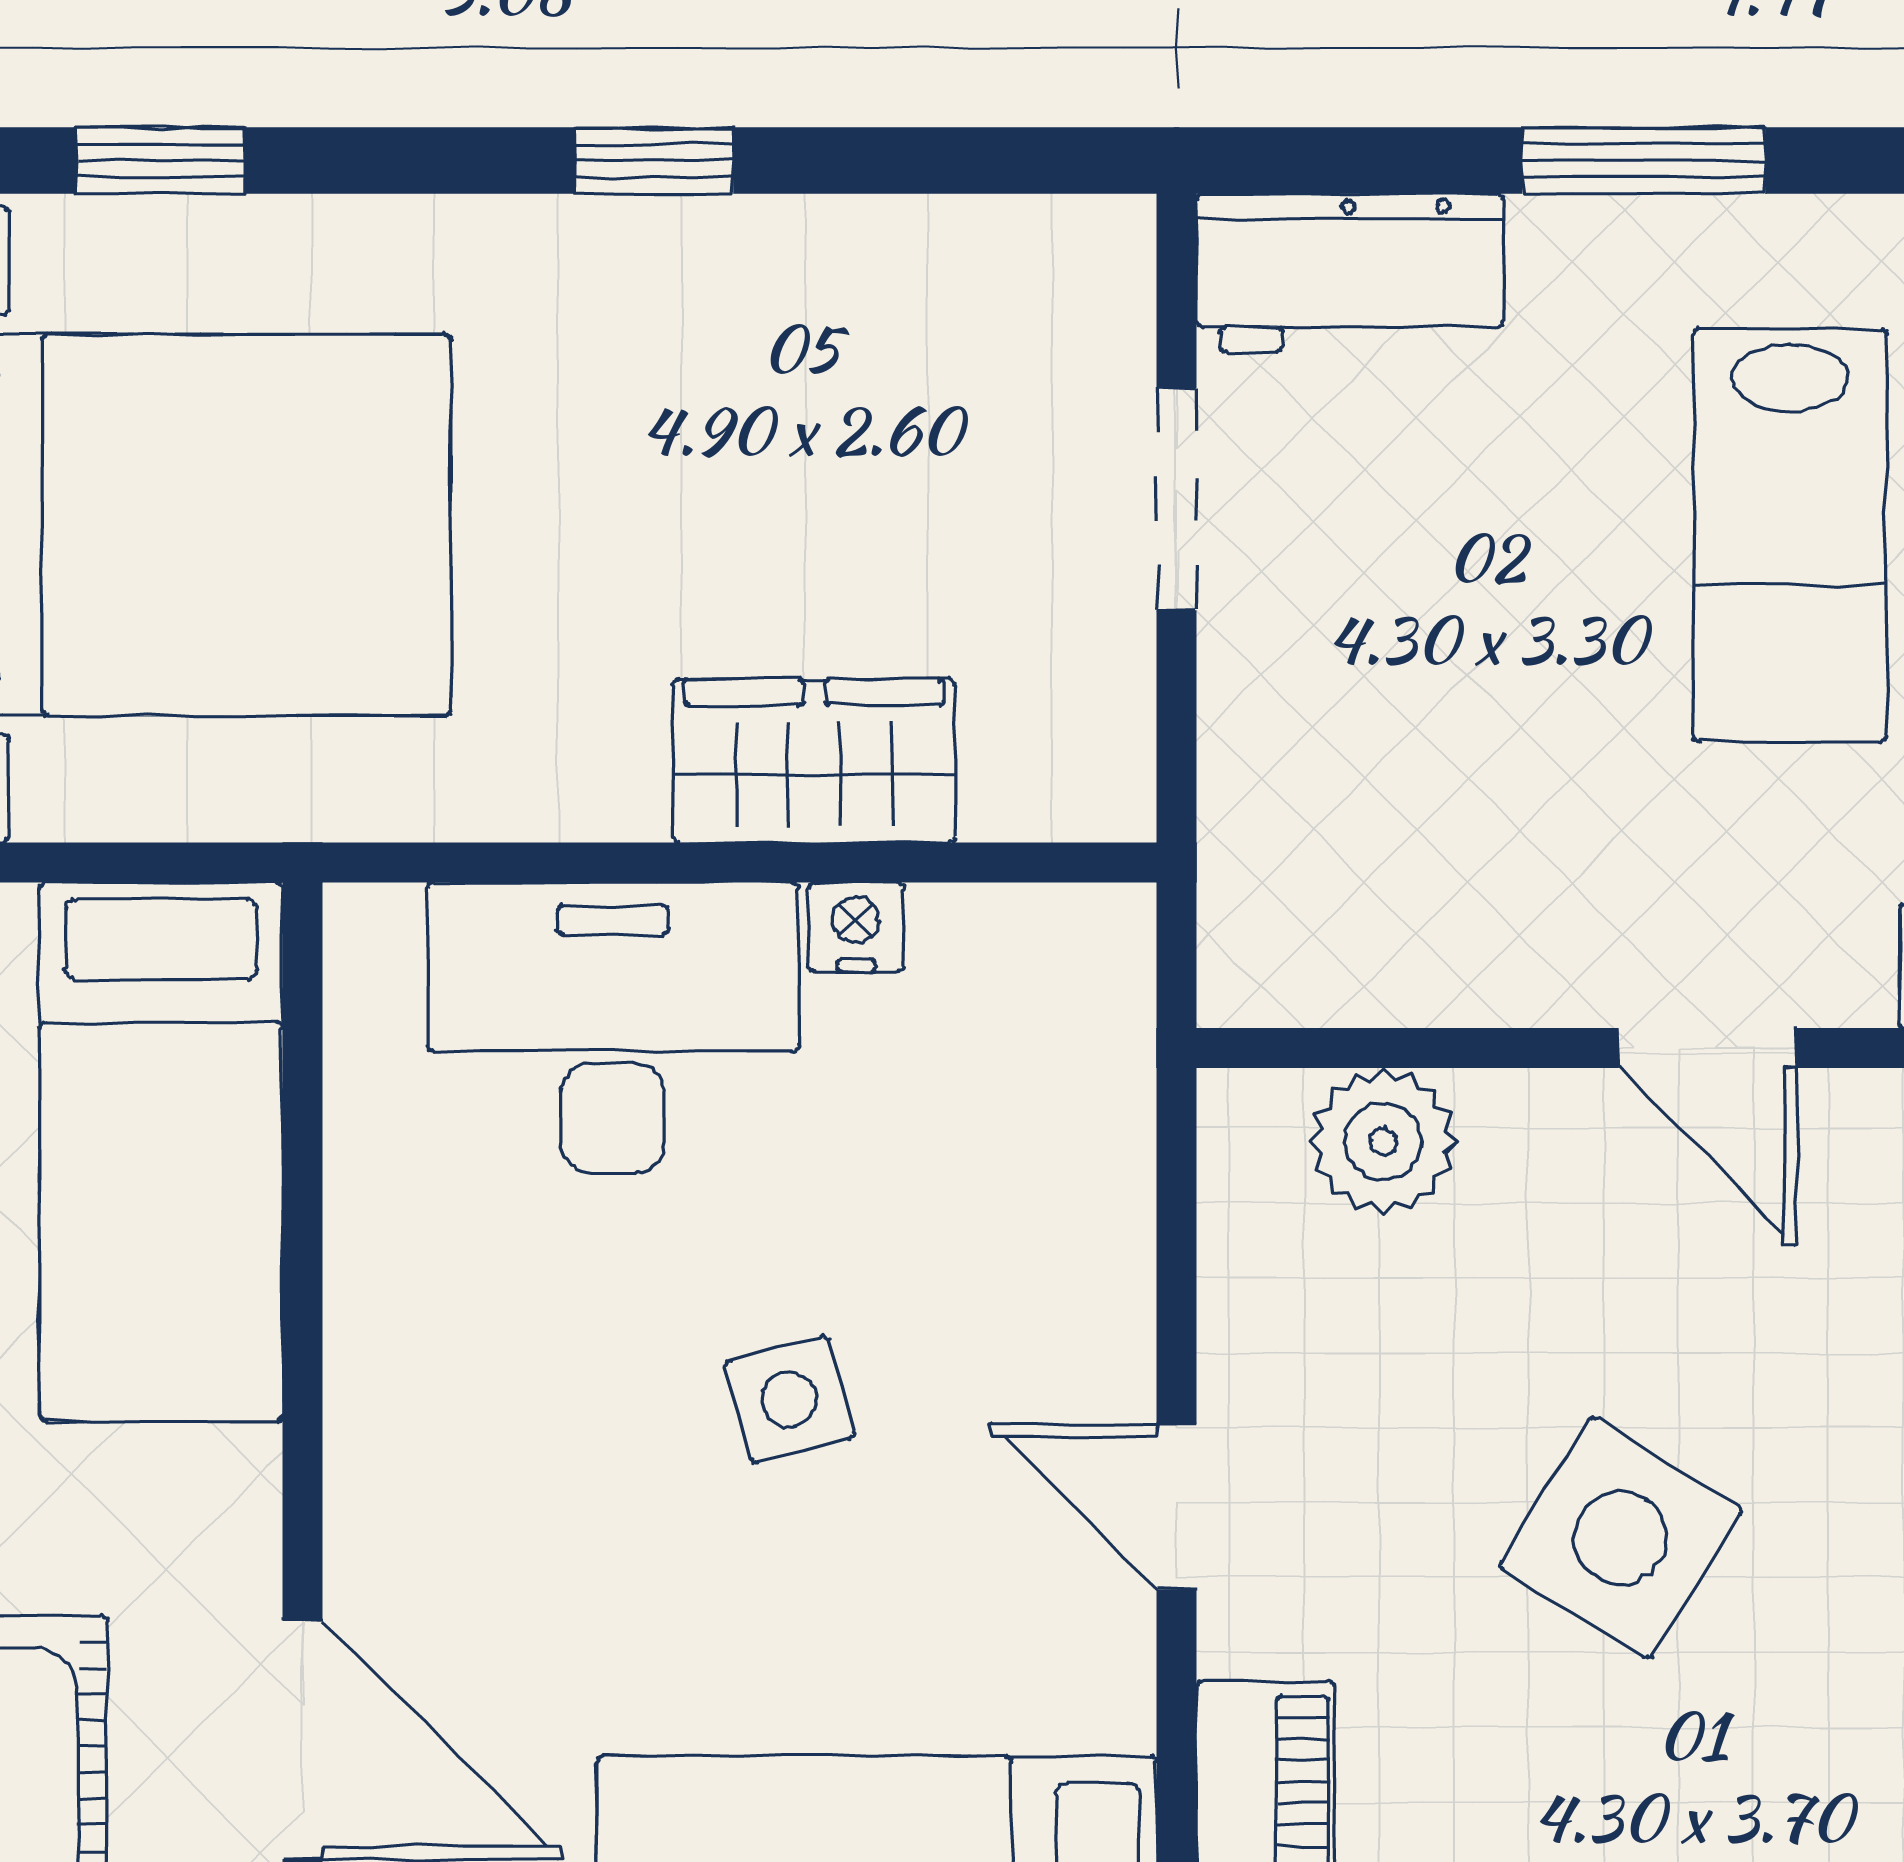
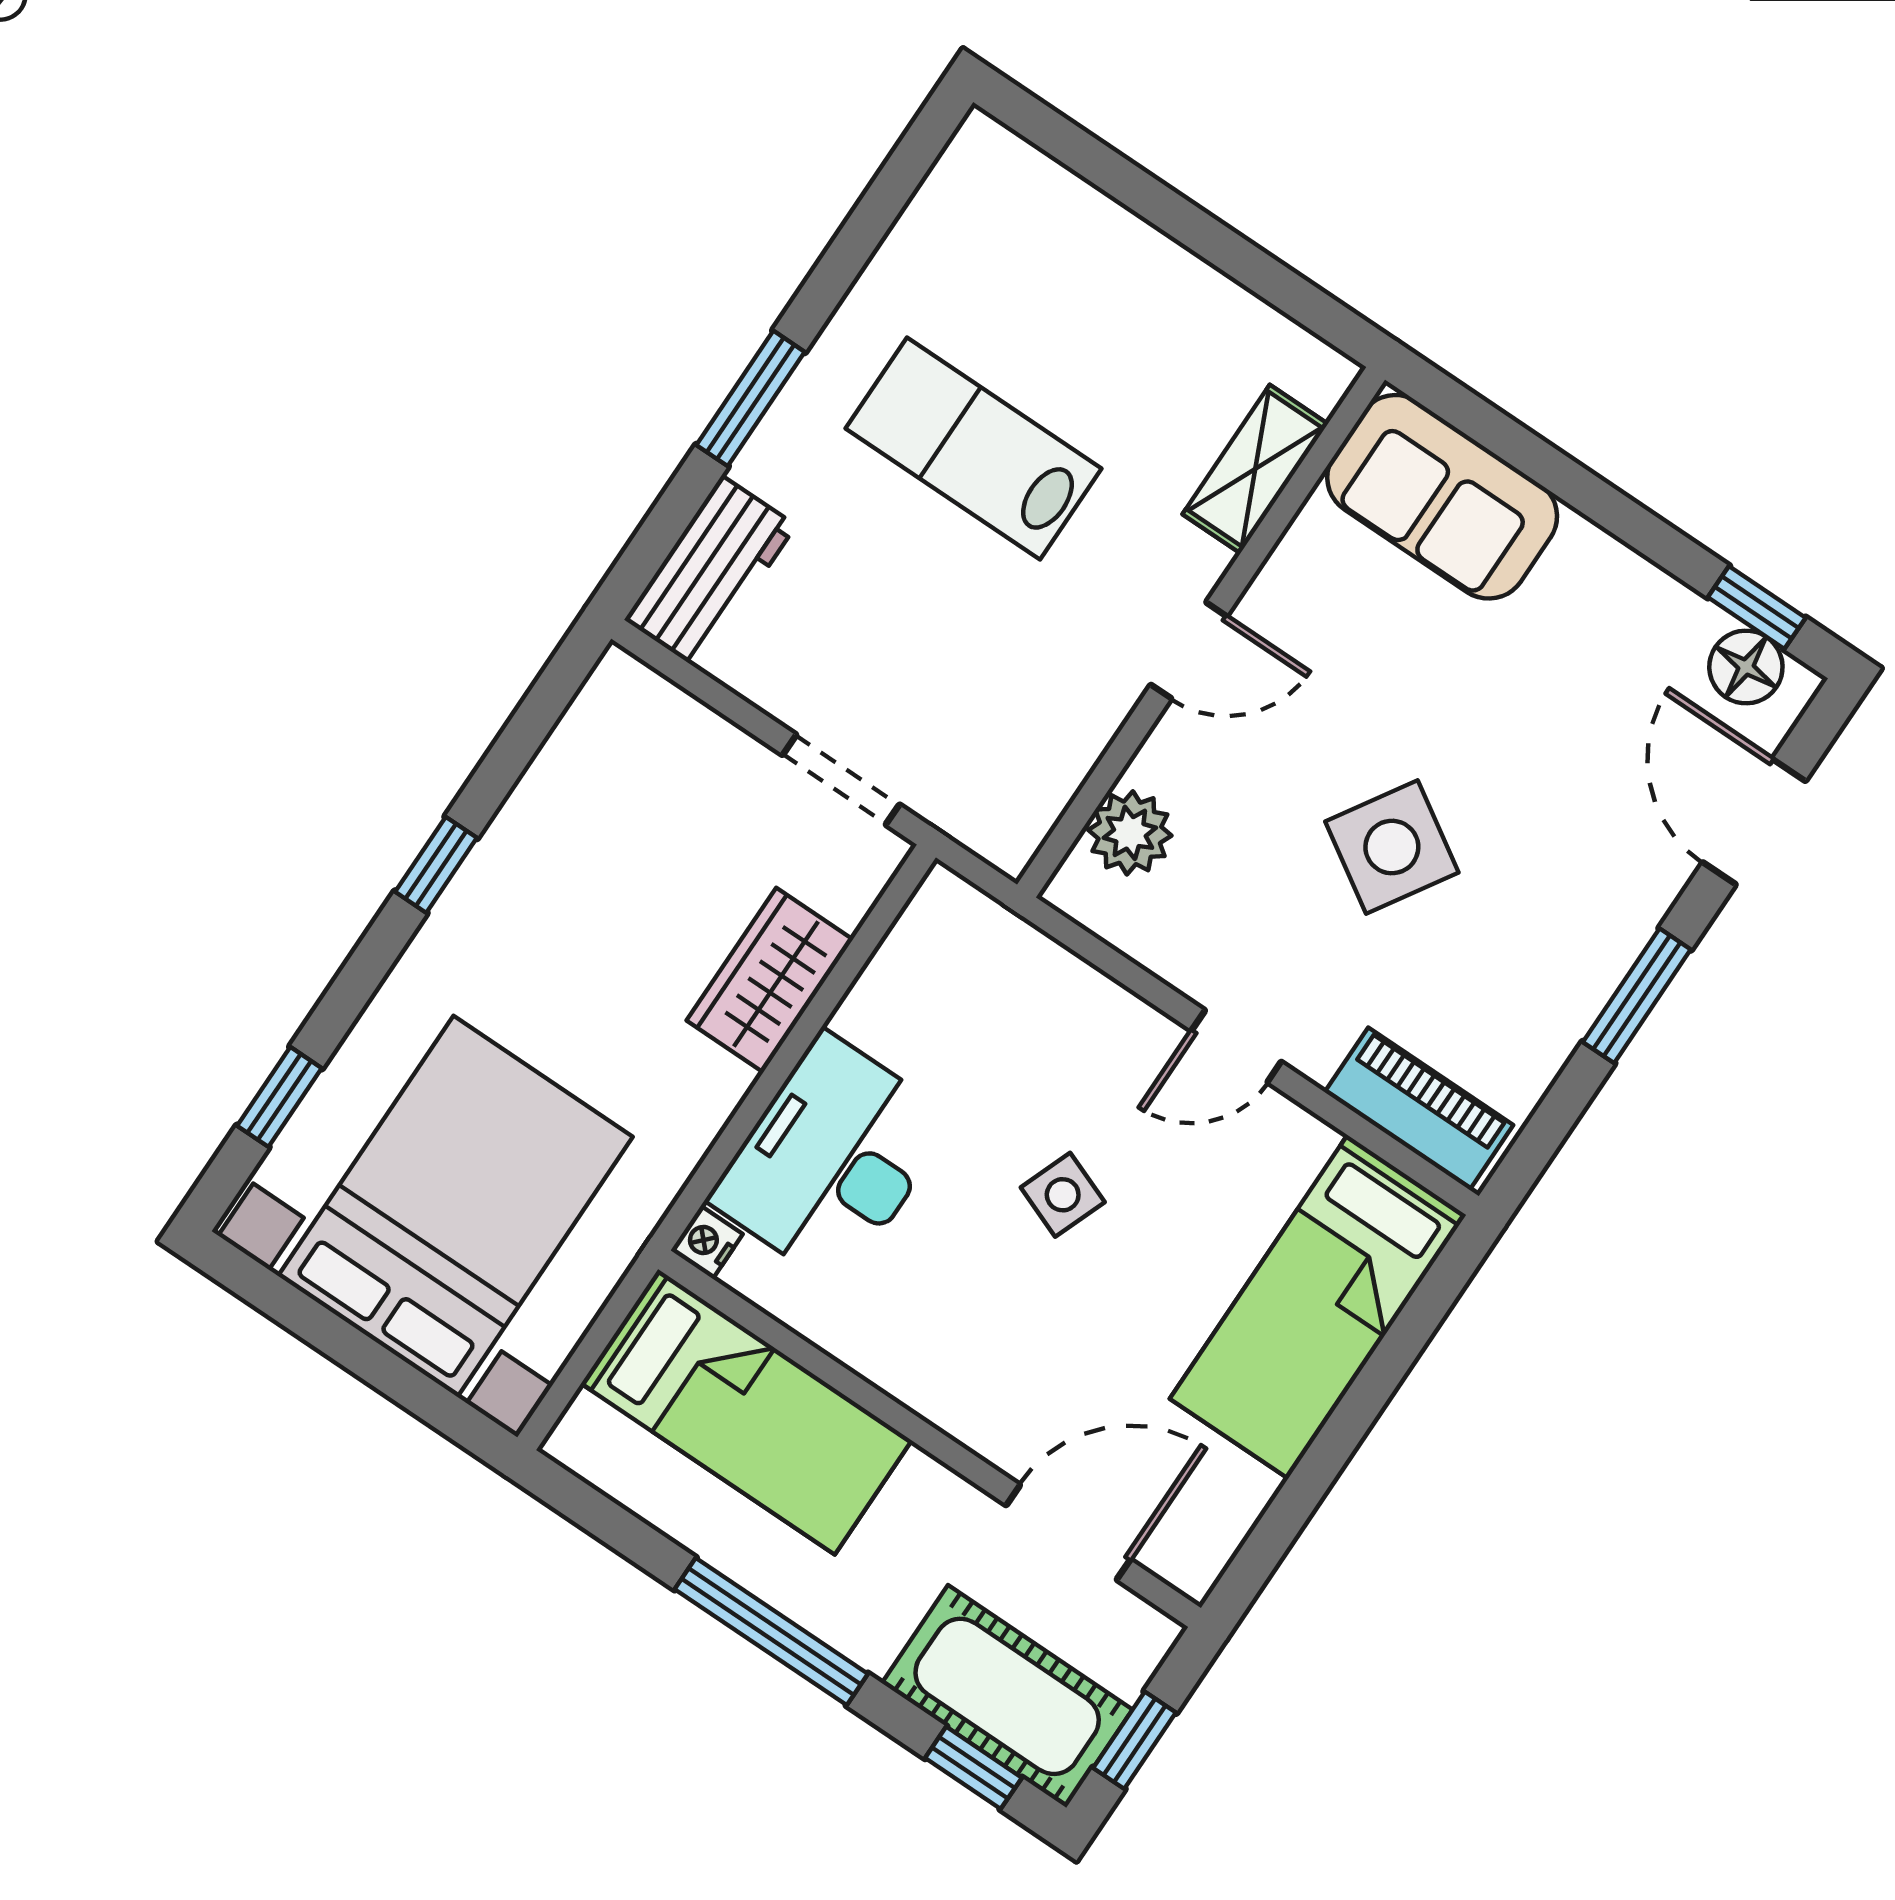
doorway: (1176, 499) -> (841, 780), moved
lab bench: (1790, 535) -> (973, 448), turned 180
nightstand: (856, 927) -> (707, 1242), moved
side table: (789, 1400) -> (1063, 1195), turned 36

